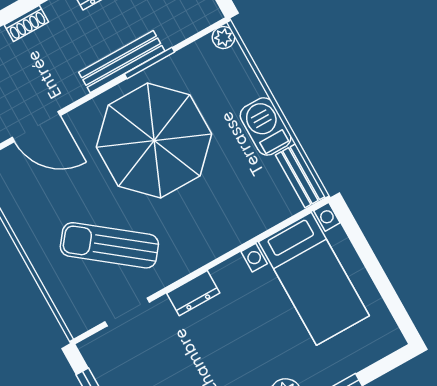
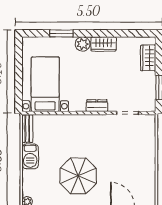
parasol: (154, 141) -> (78, 176), width x0.73, depth x0.73
sun lounger: (109, 245) -> (120, 144), removed

